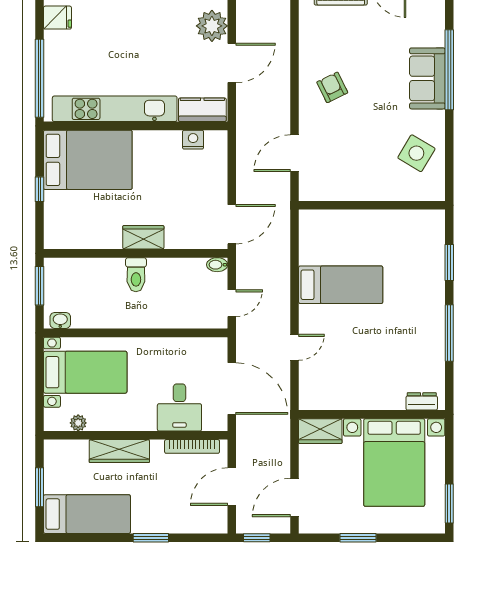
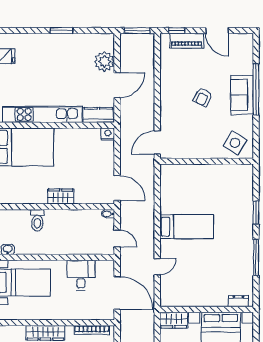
armchair: (332, 87) -> (203, 97), moved, turned -128
nightstand: (193, 140) -> (108, 134), moved
wall: (372, 205) -> (207, 161), moved
door: (232, 224) -> (117, 188), hinge flipped
toilet: (136, 275) -> (37, 220), moved
door: (232, 303) -> (117, 238), hinge flipped
desk: (179, 407) -> (81, 275), moved, turned 180
plant: (78, 423) -> (19, 315), removed

